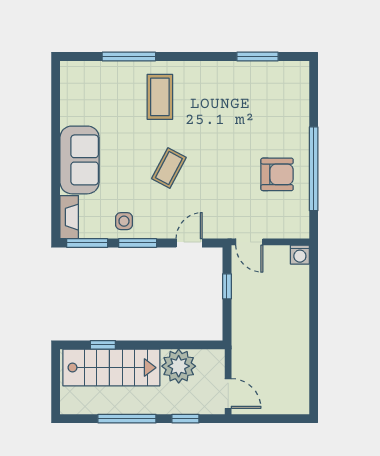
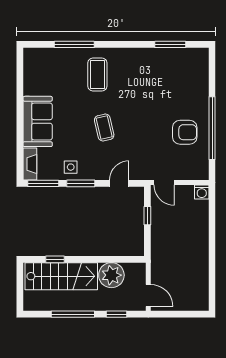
coffee table: (169, 168) -> (104, 128), turned -41

